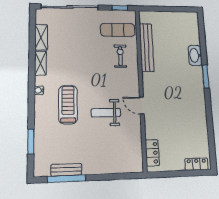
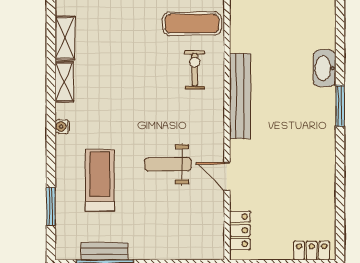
bench: (147, 47) -> (240, 96), moved
treadmill: (68, 105) -> (100, 180), moved
door: (142, 106) -> (227, 176), moved

